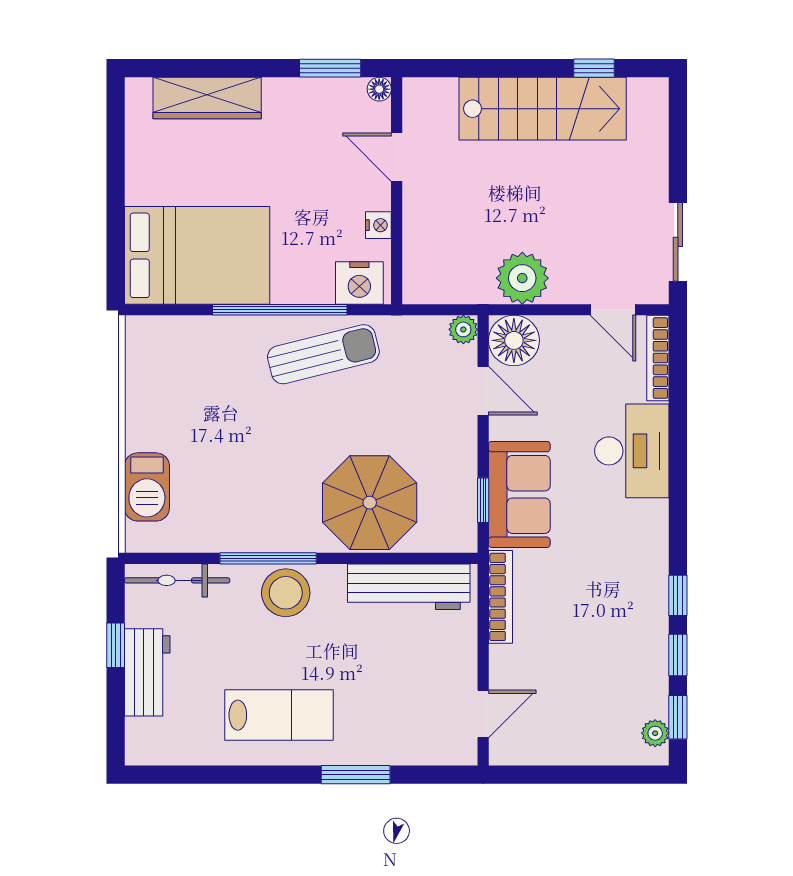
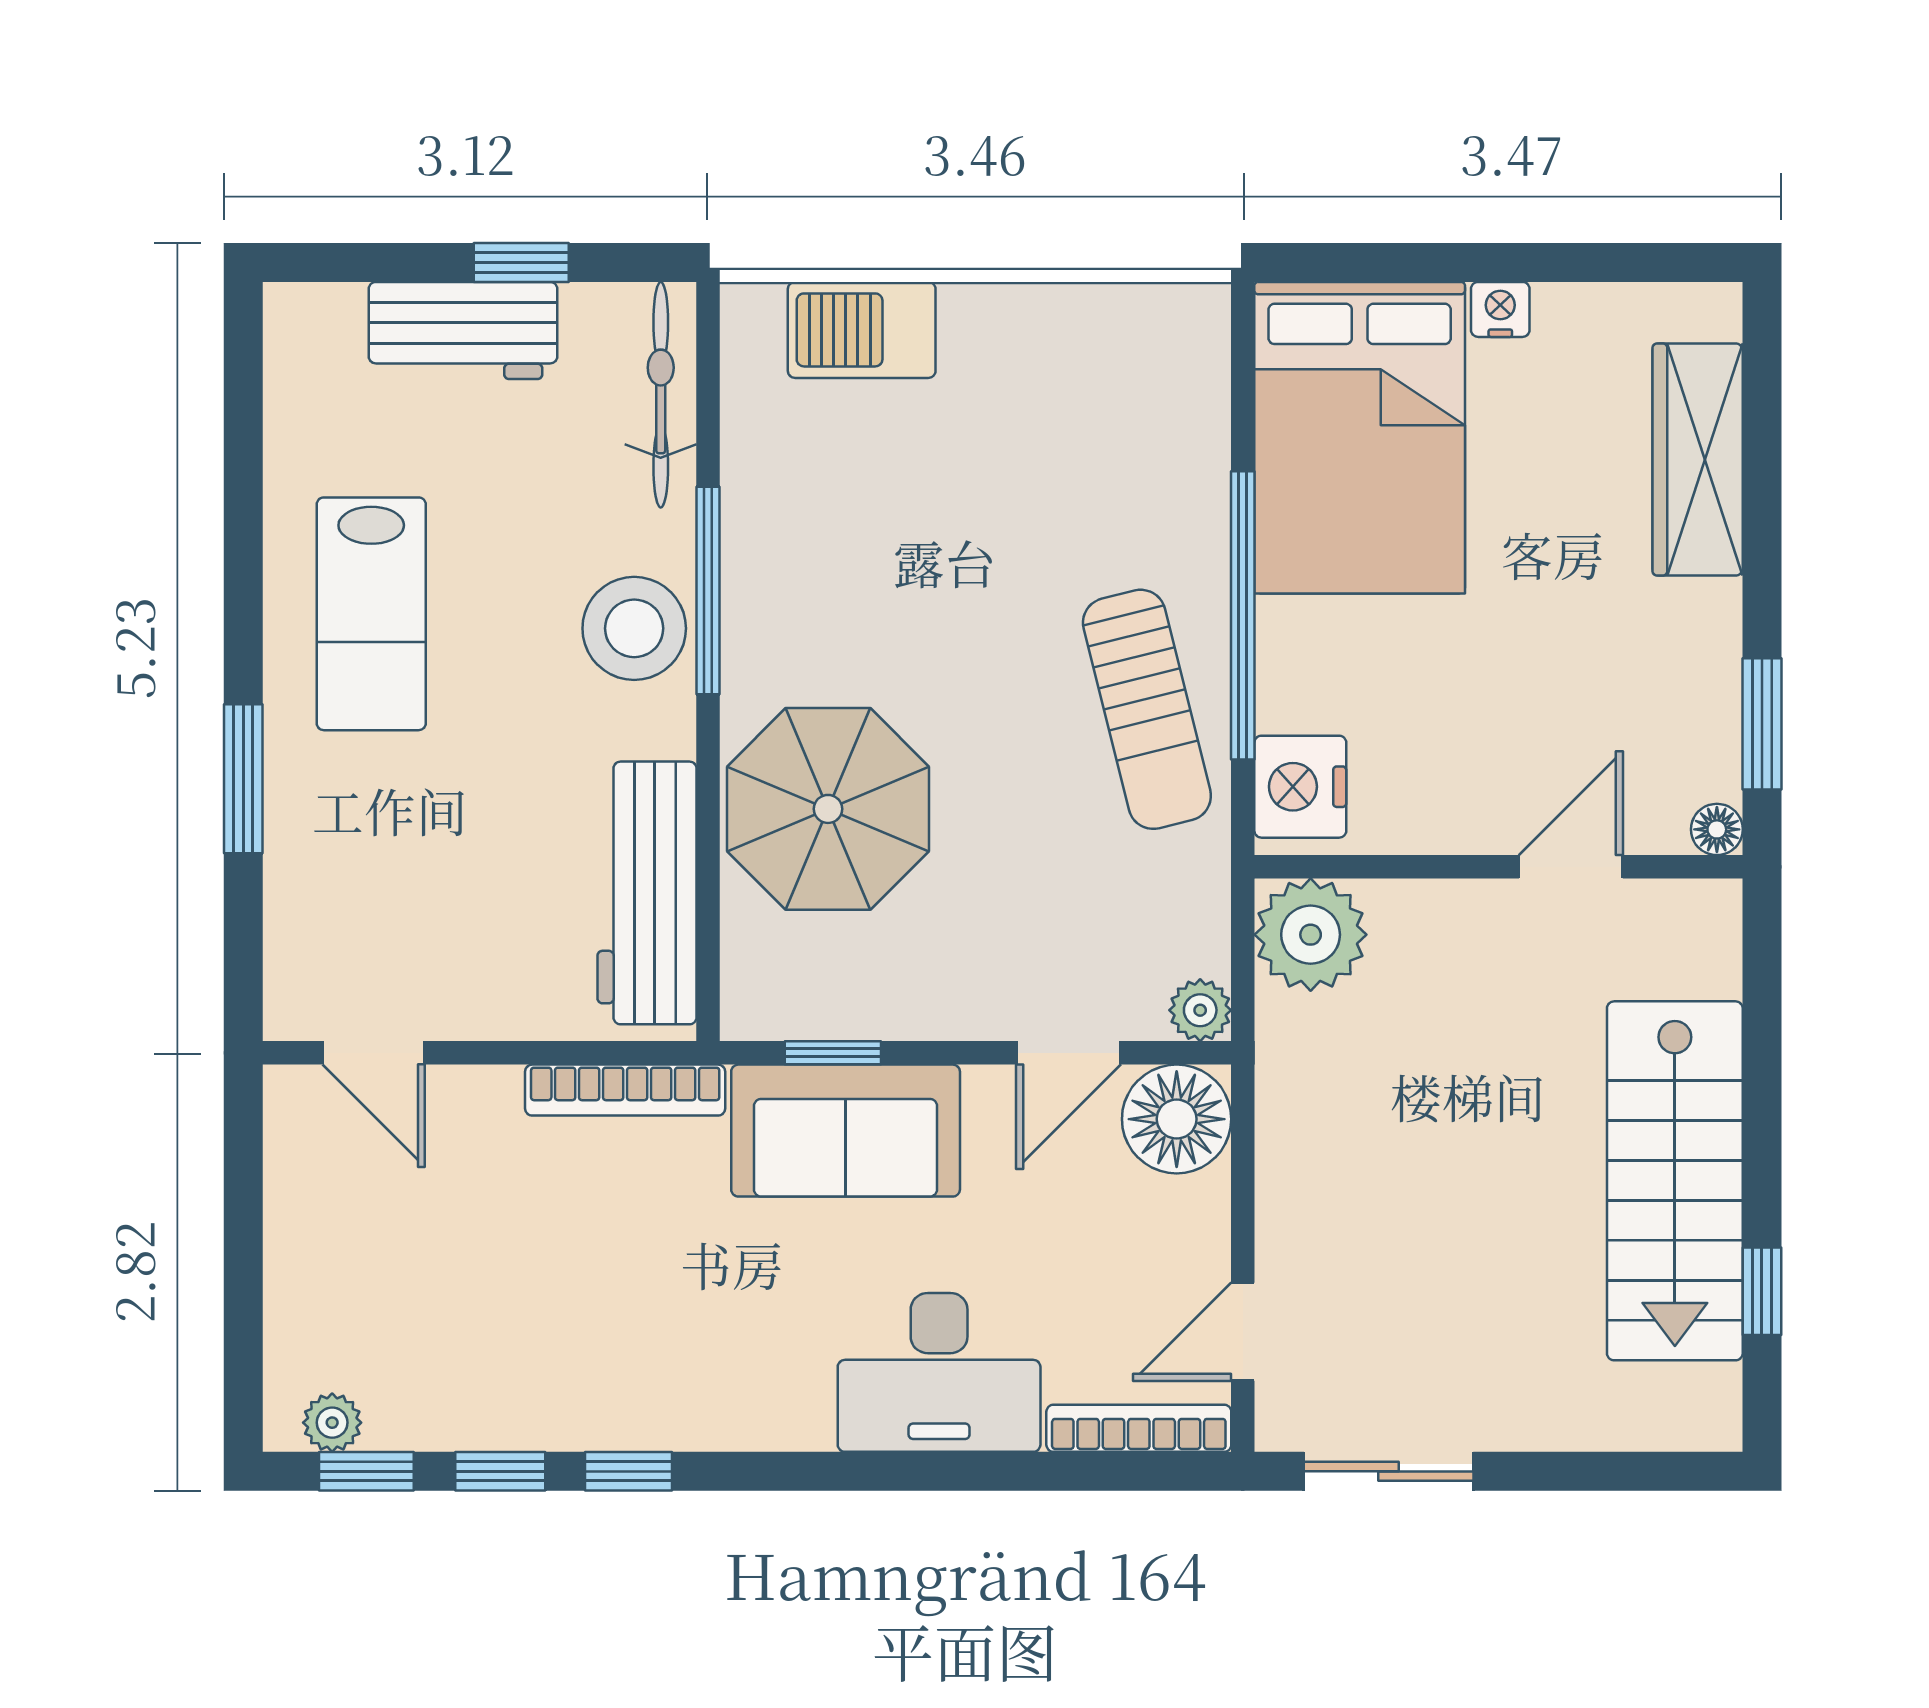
nightstand: (378, 225) -> (1500, 309), moved, turned 180
plant: (522, 278) -> (1311, 935), moved

